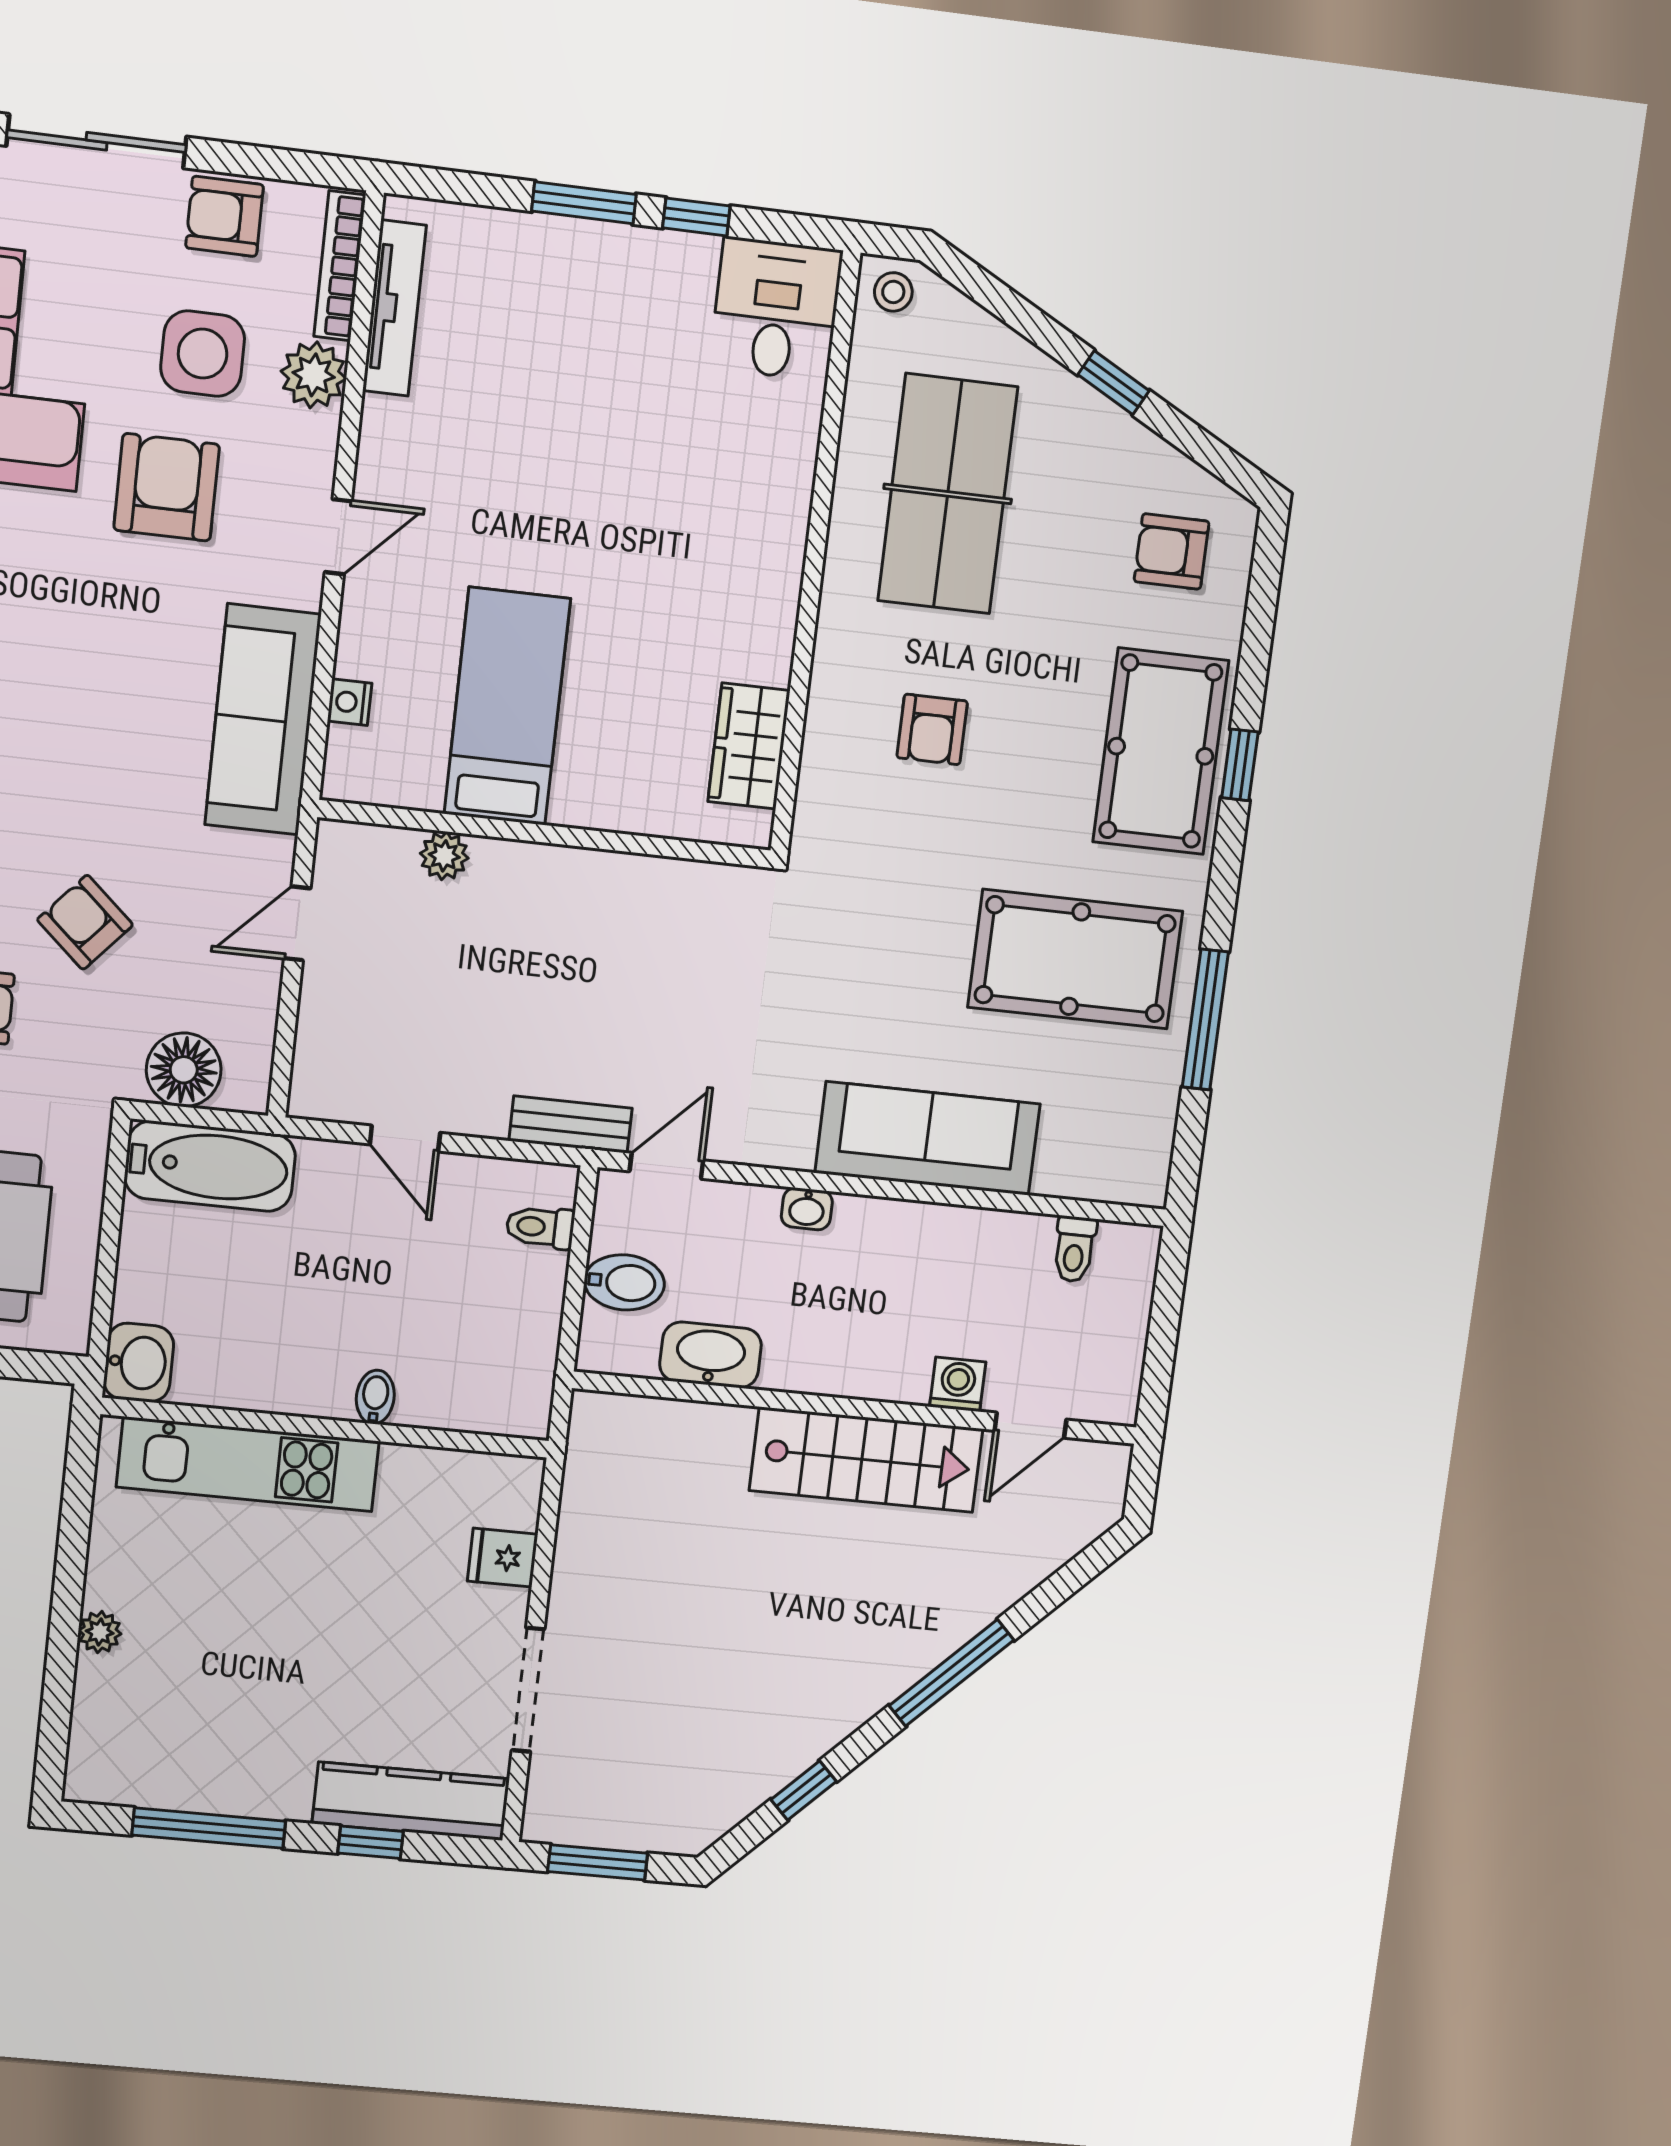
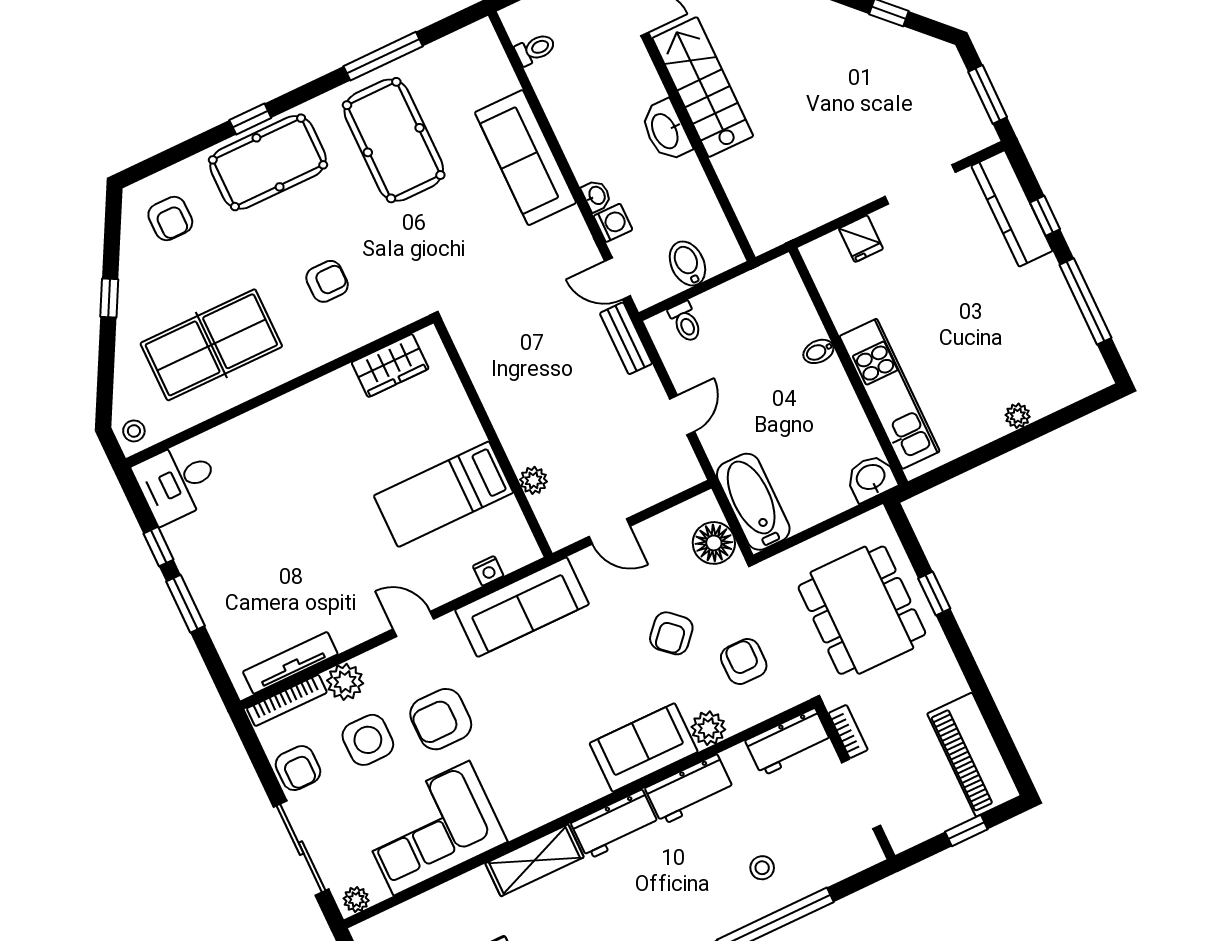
washbasin: (710, 1355) -> (666, 131), moved
washing machine: (958, 1384) -> (613, 223), moved, turned 180

